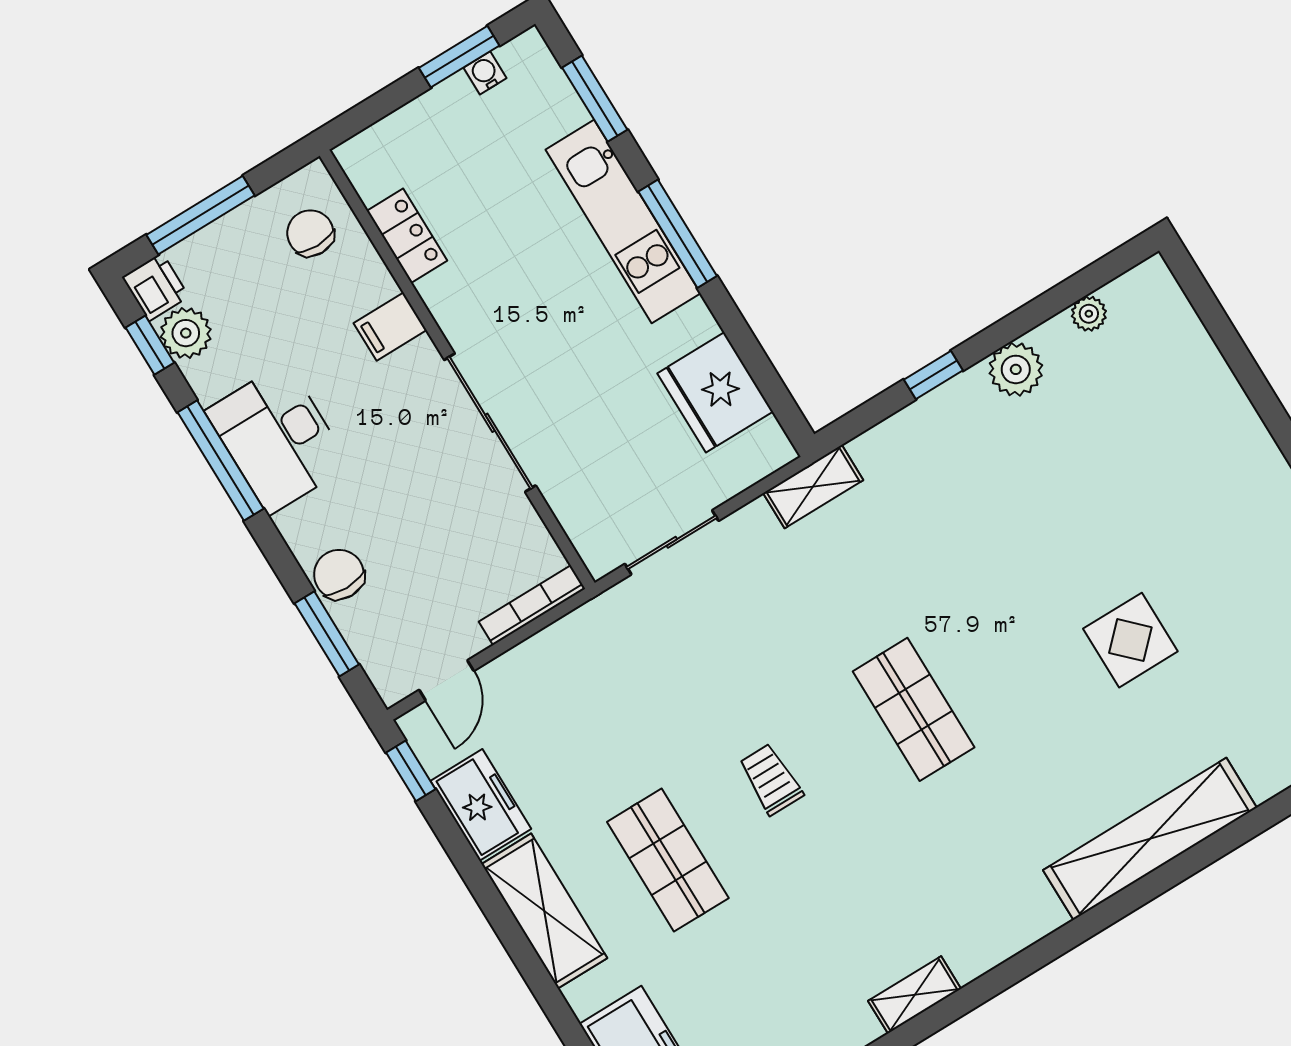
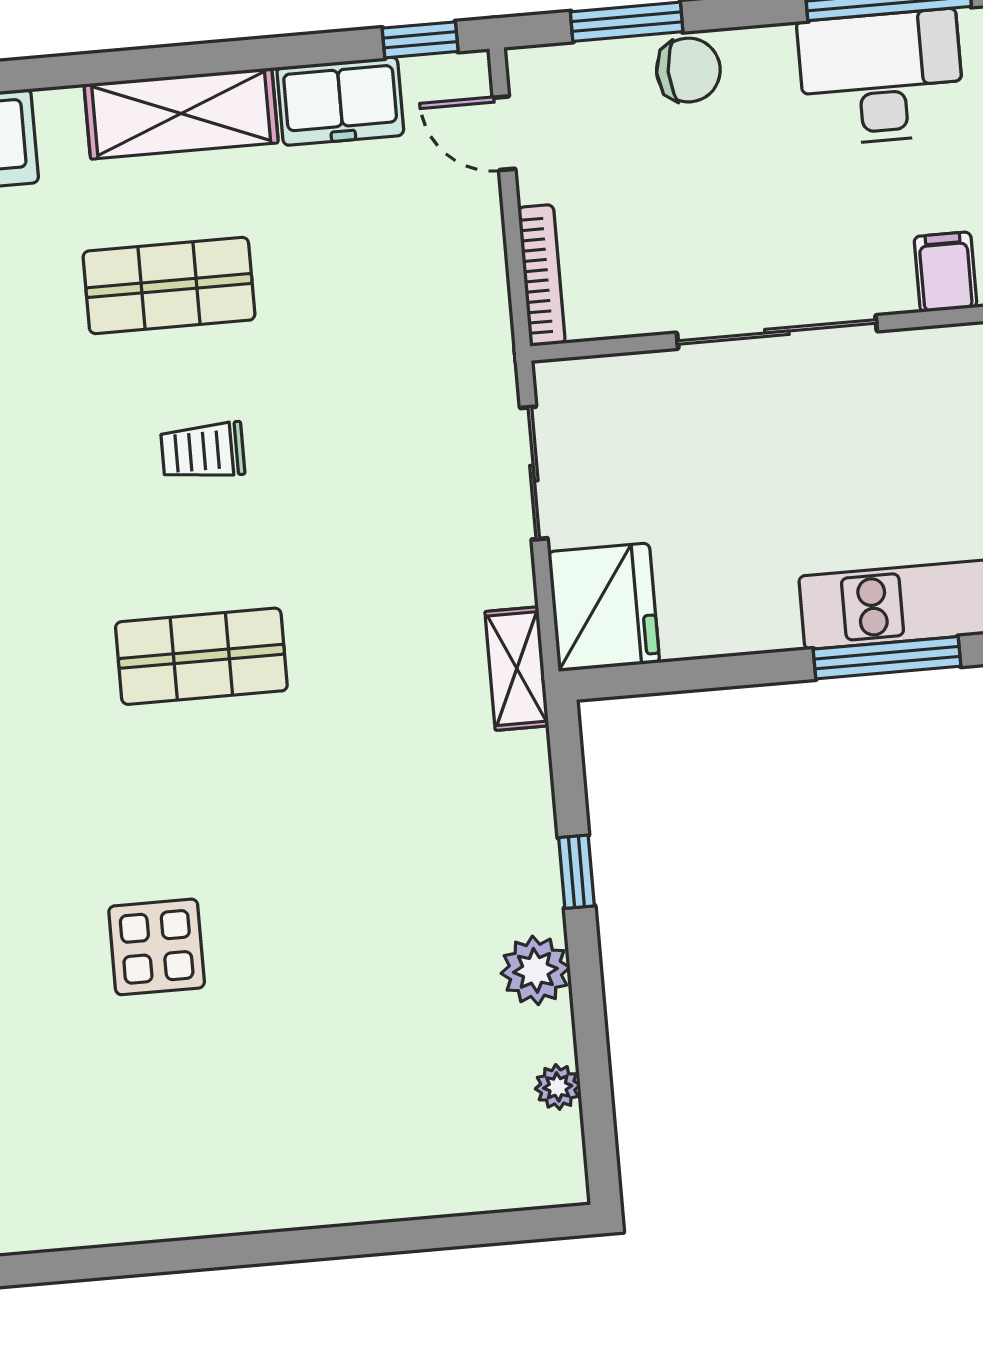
fridge: (715, 392) -> (604, 607), moved, turned 90
trolley: (771, 779) -> (203, 451), turned 180

